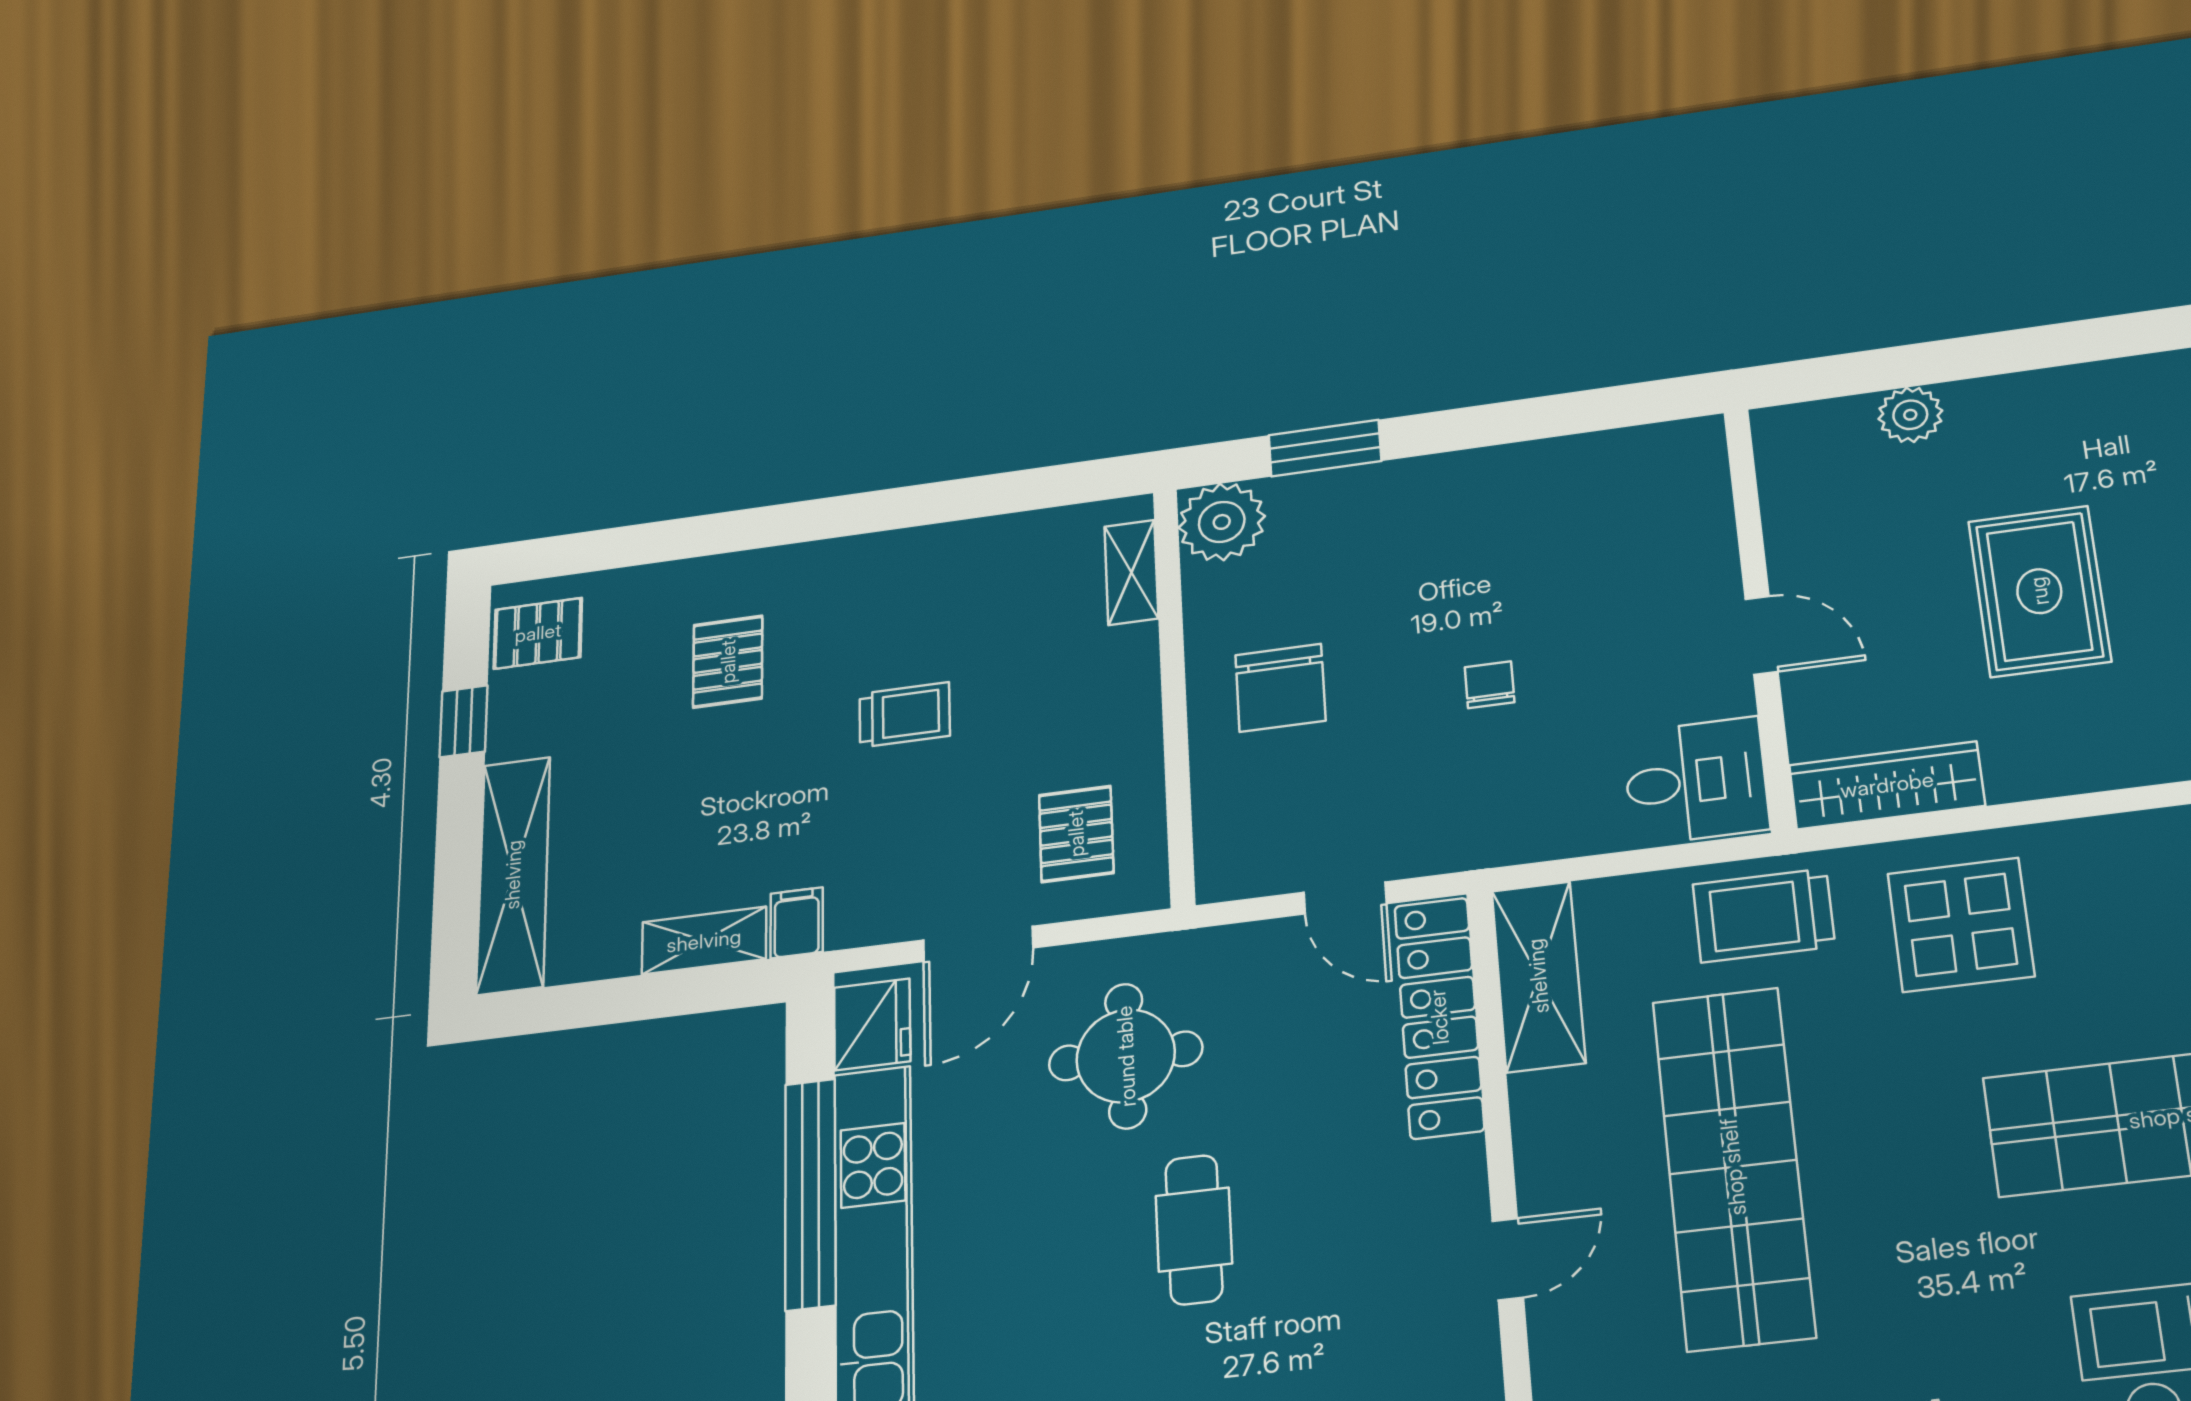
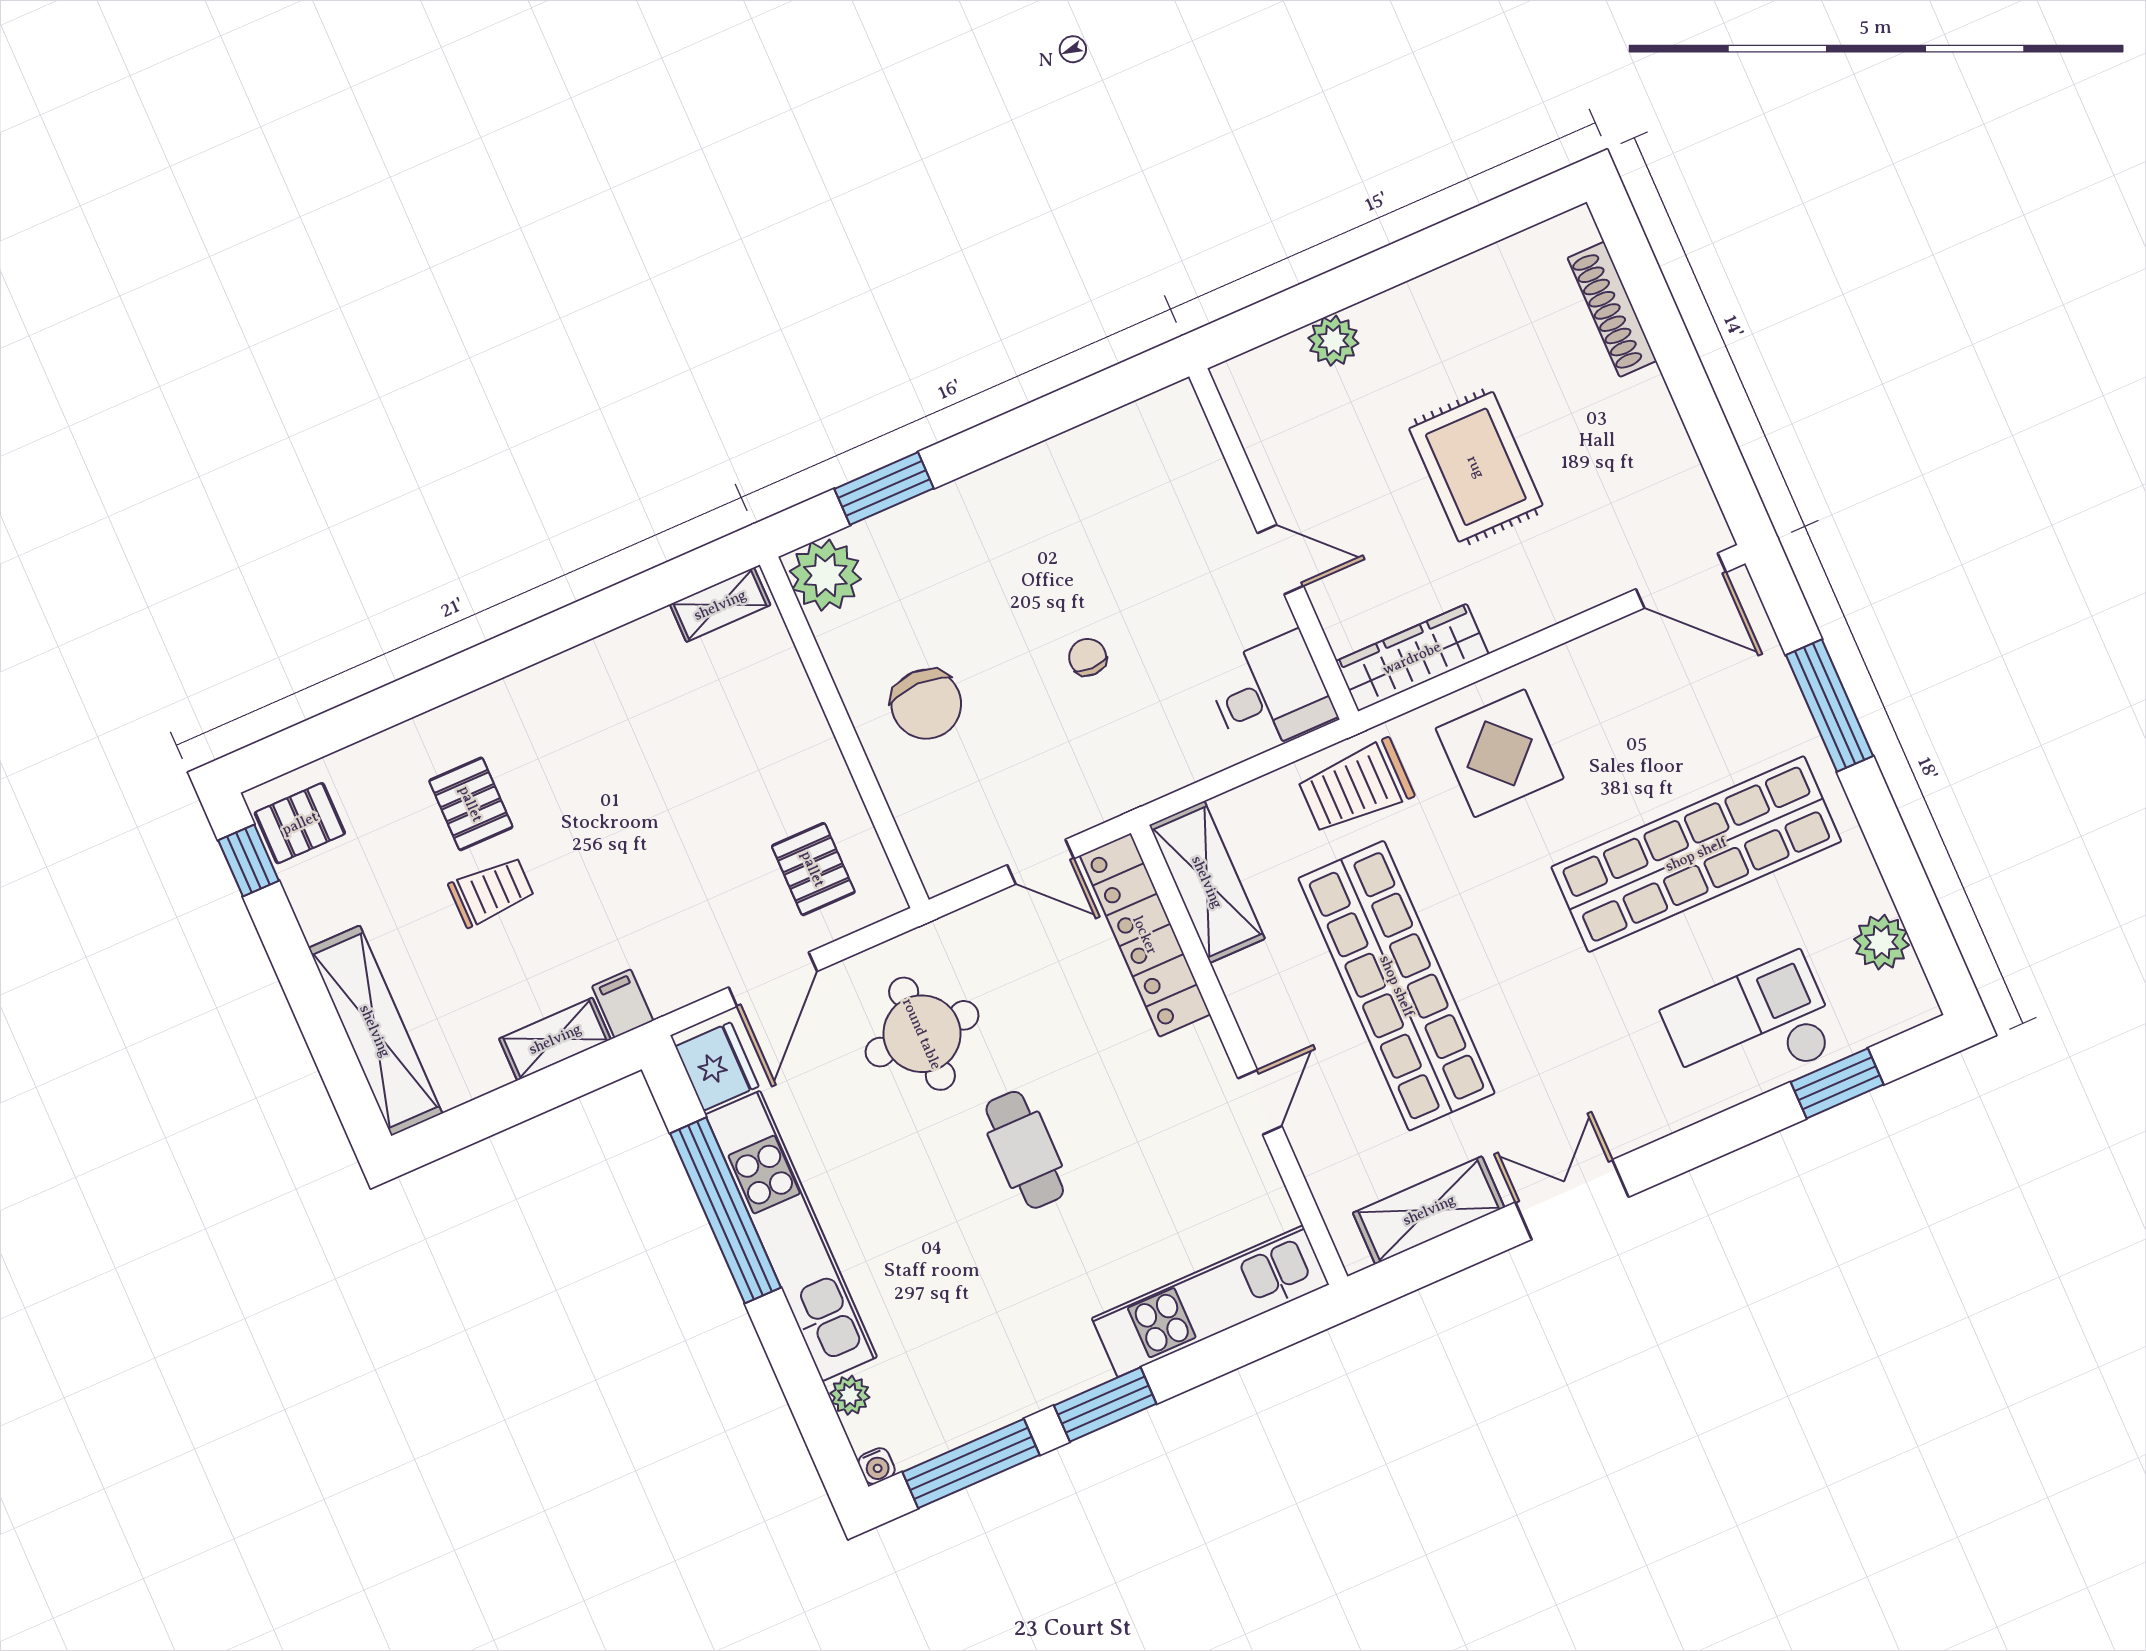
shelving: (1131, 572) -> (720, 605), moved, turned 90
trolley: (905, 715) -> (491, 891), moved
window: (464, 721) -> (249, 861), moved

